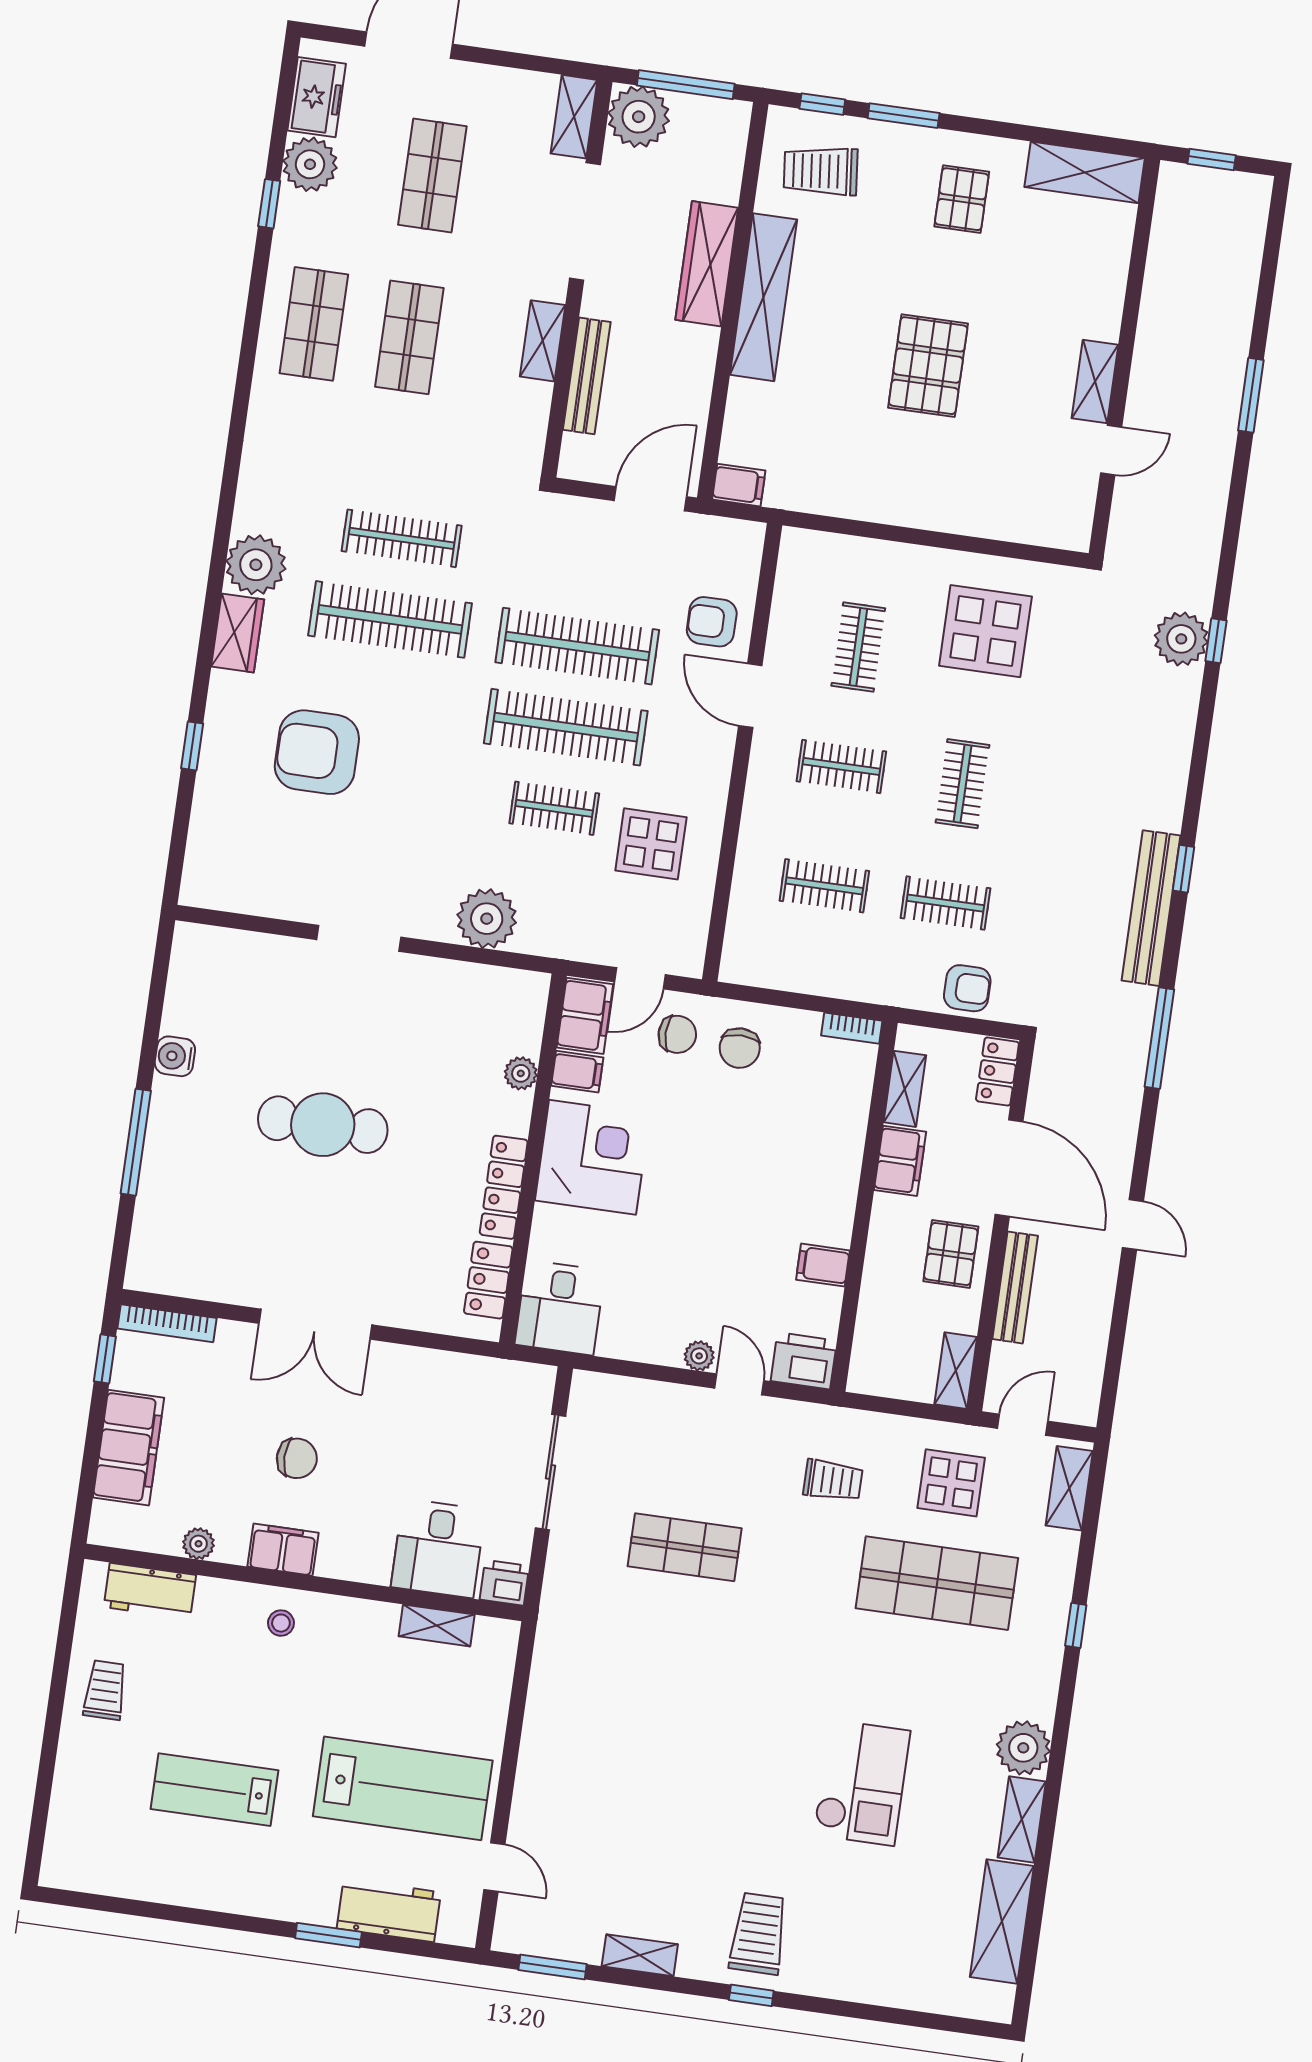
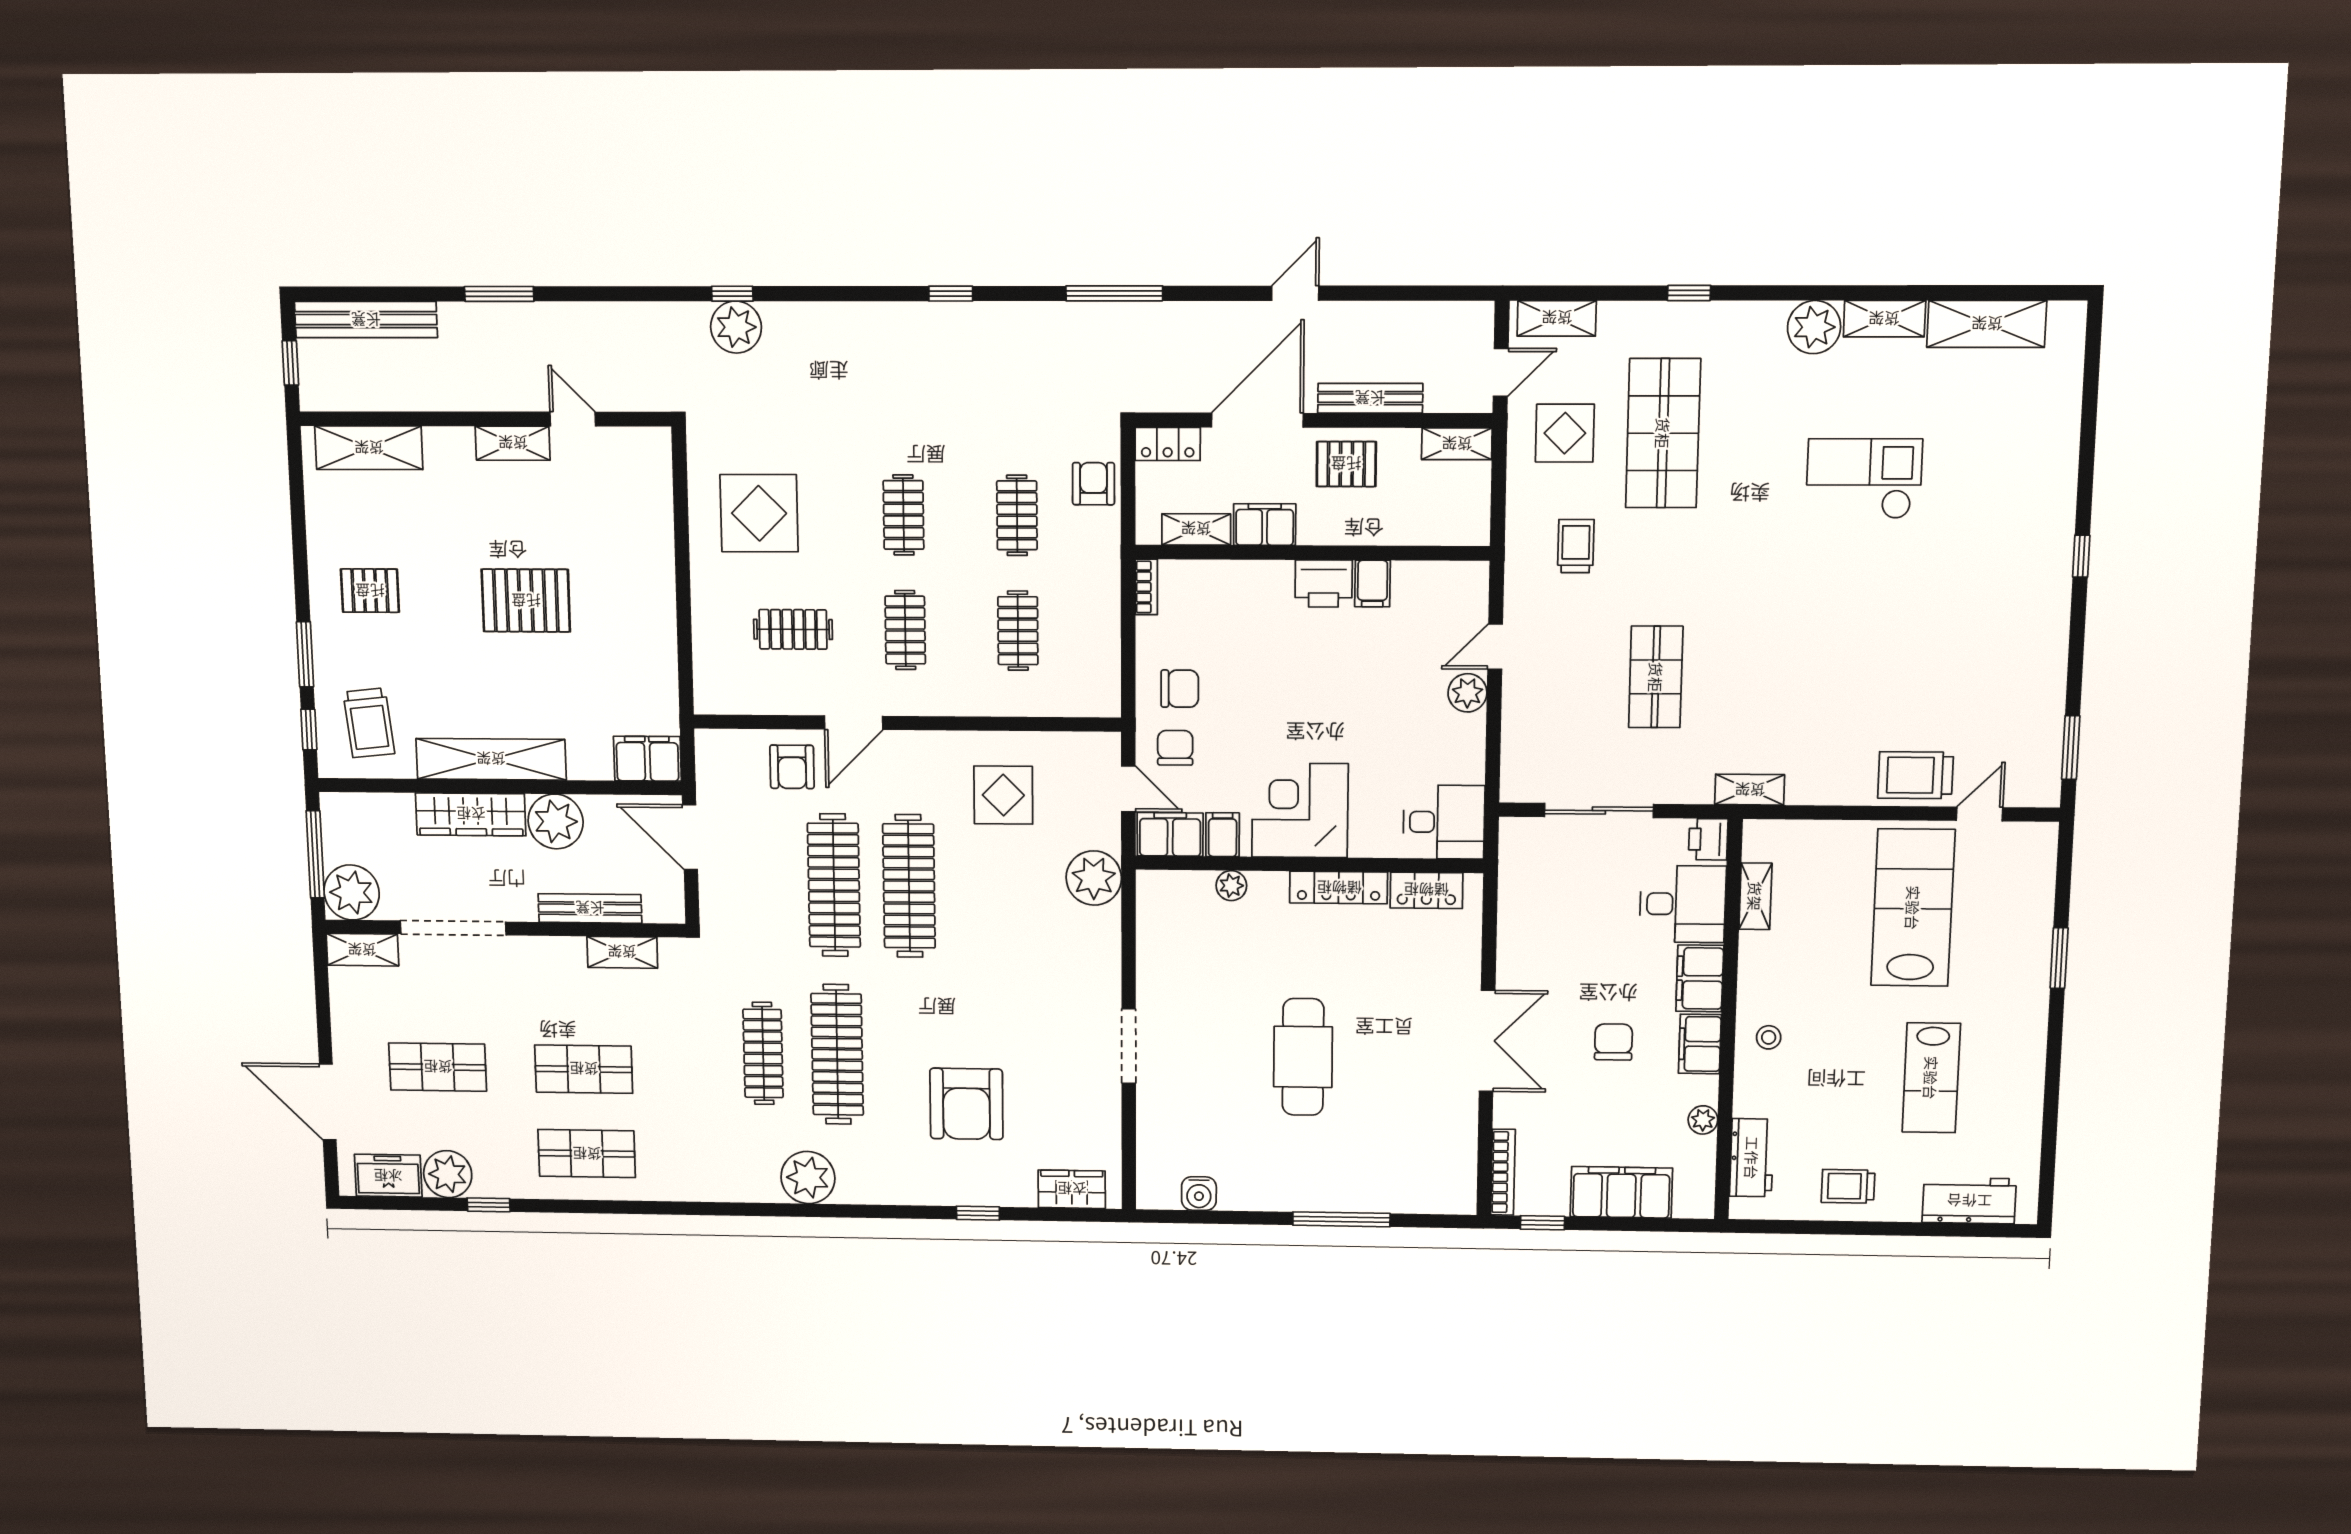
shelving: (1085, 172) -> (369, 448), moved, turned 90
shelving: (543, 341) -> (622, 952), moved
plant: (687, 355) -> (556, 821), added
filing cabinet: (739, 485) -> (647, 759), width x2.00
wardrobe: (238, 633) -> (1072, 1189), moved
clothes rail: (962, 784) -> (904, 515), turned 90
clothes rail: (554, 808) -> (984, 887), removed
bench: (1151, 908) -> (366, 320), moved
plant: (487, 919) -> (1094, 878), moved
water cooler: (175, 1056) -> (1199, 1193), moved
plant: (699, 1356) -> (1467, 693), width x1.38, depth x1.38
printer: (804, 1361) -> (1324, 584), moved, turned -90
door: (1023, 1425) -> (1501, 372), swing flipped
filing cabinet: (355, 1557) -> (1700, 978), added
workbench: (389, 1910) -> (1969, 1201), moved, turned 90
trolley: (758, 1934) -> (1916, 775), moved
shelving: (640, 1955) -> (1750, 790), moved, turned 90

